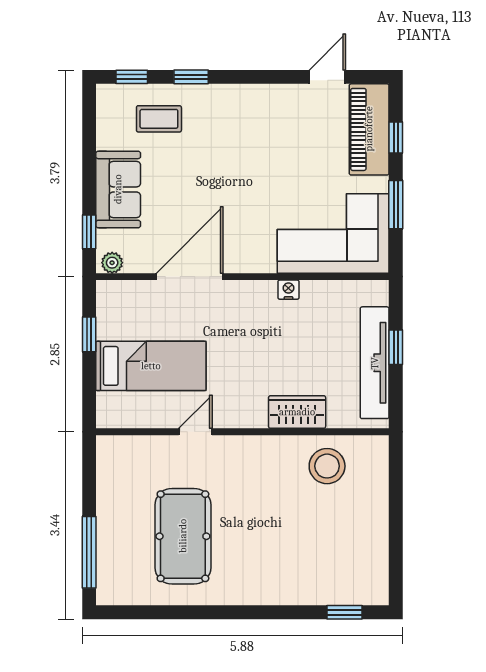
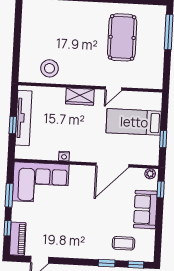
piano: (369, 129) -> (18, 239), width x0.73, depth x0.75
wardrobe: (297, 412) -> (80, 97), moved

